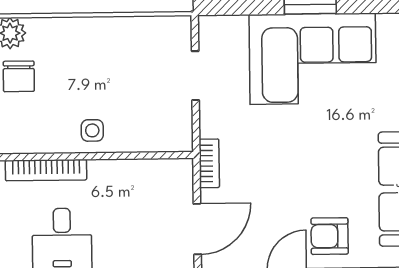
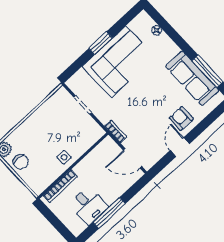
door: (197, 229) -> (132, 158), swing flipped
armchair: (330, 236) -> (181, 118), turned 90

